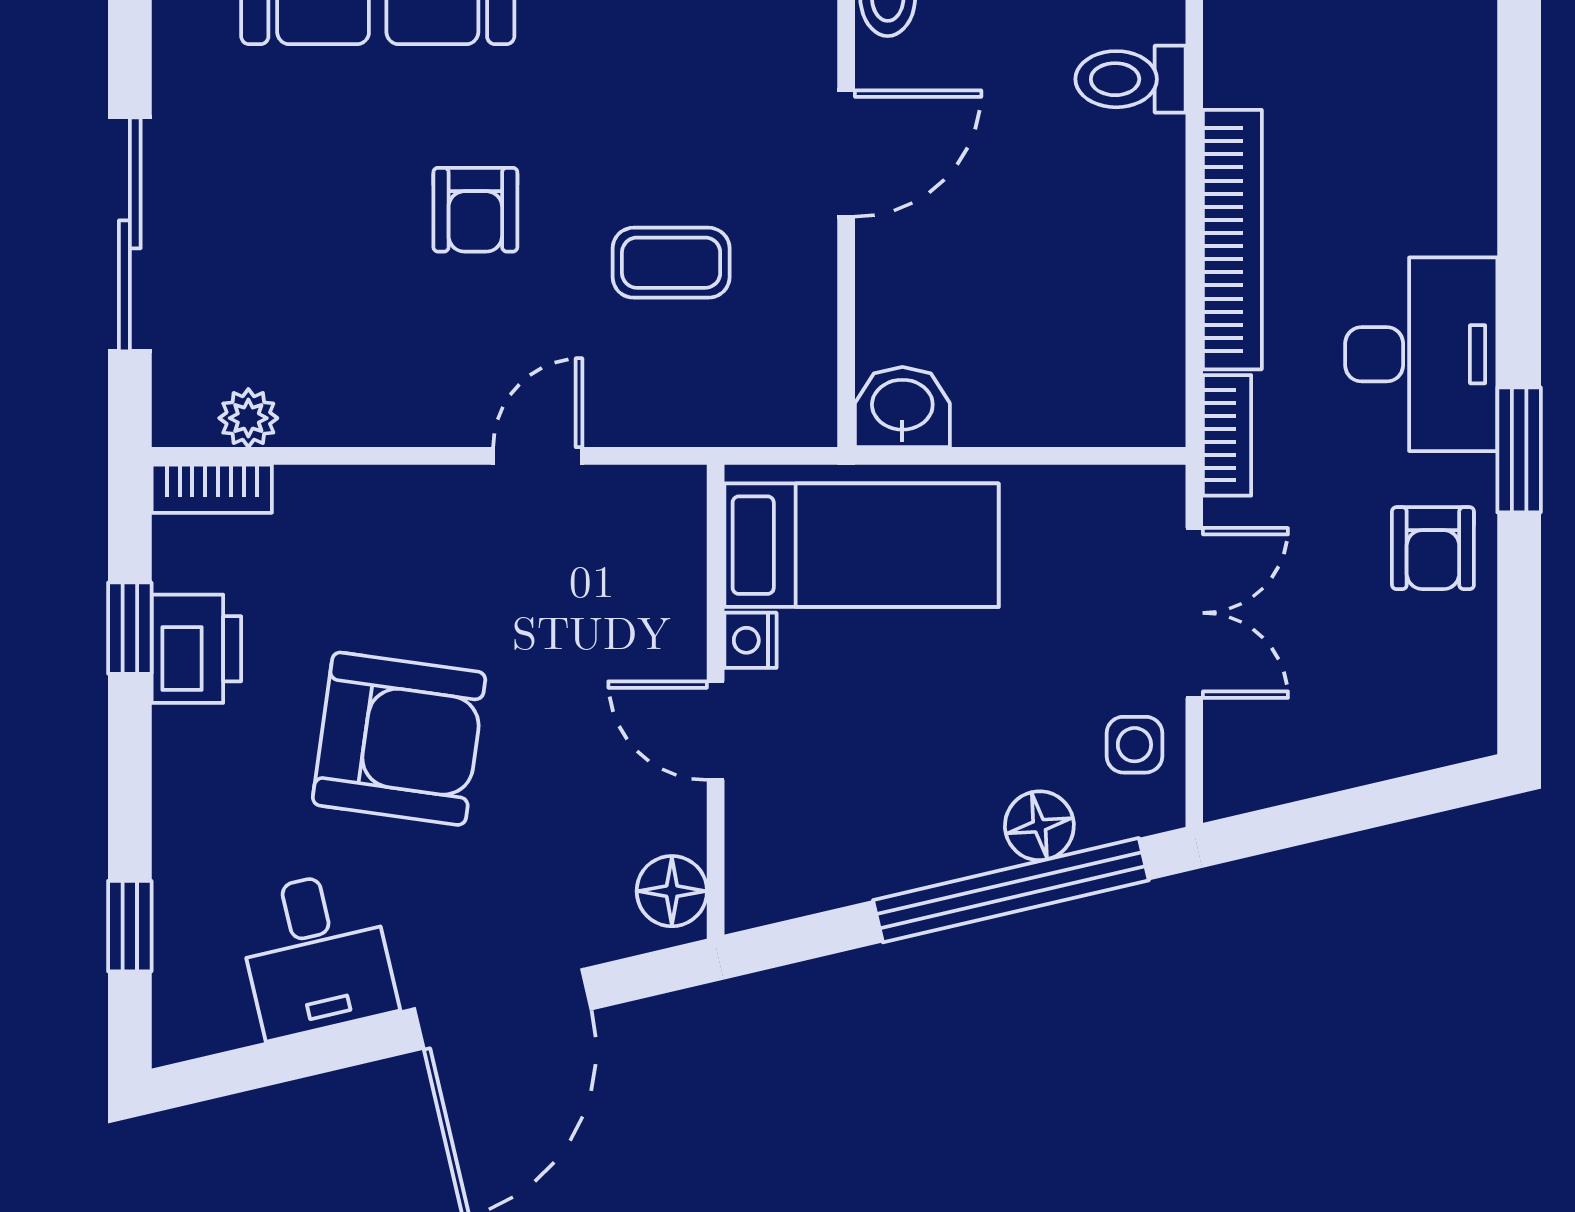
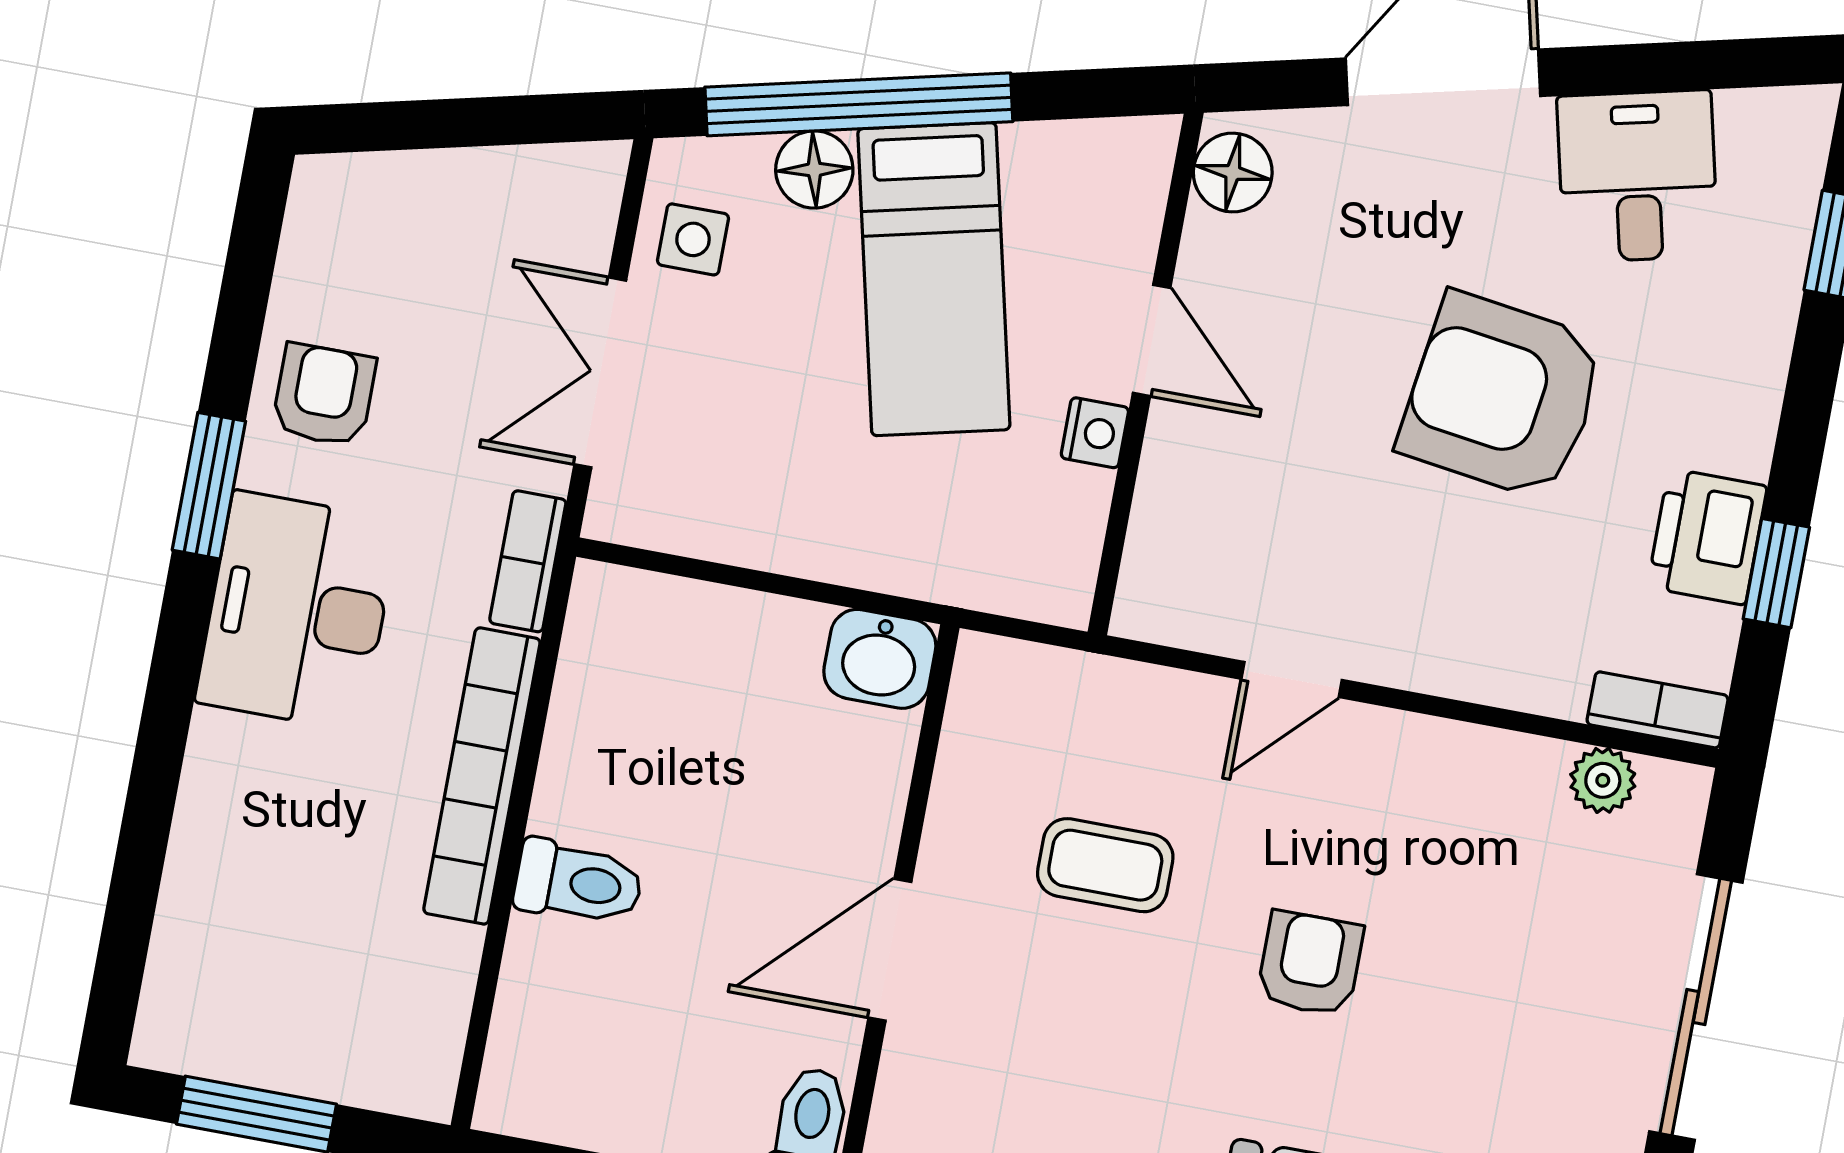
toilet: (1130, 79) -> (578, 883), moved
bed: (862, 545) -> (934, 279), moved, turned -103

